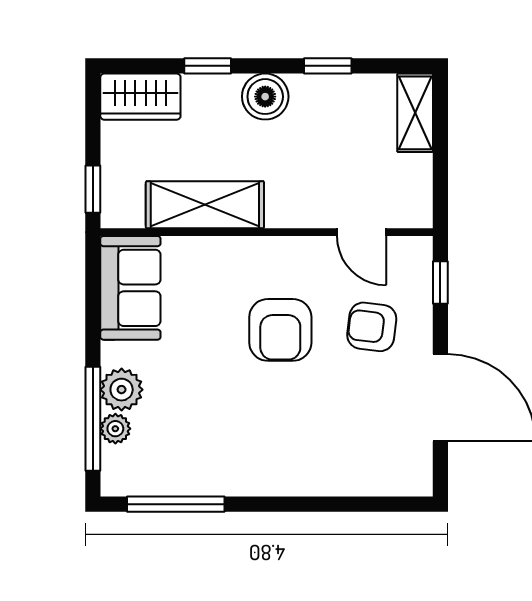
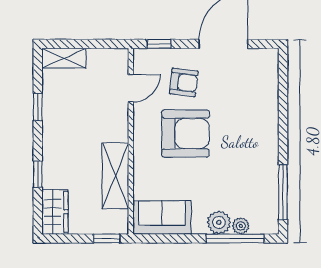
boiler: (265, 97) -> (55, 142), removed
armchair: (372, 327) -> (184, 82), turned -90
armchair: (280, 330) -> (185, 134), width x1.36, depth x1.36

